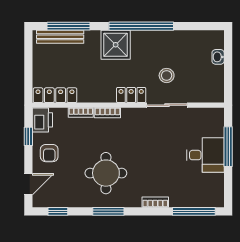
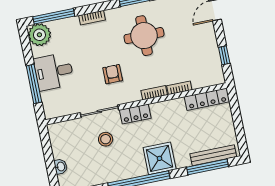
printer: (42, 120) -> (214, 73), removed
armchair: (49, 153) -> (113, 74), moved
plant: (212, 196) -> (39, 35), added

